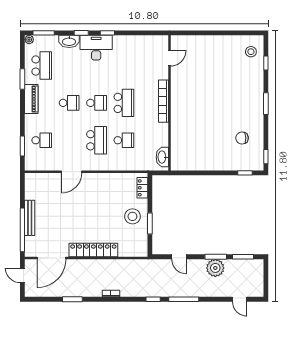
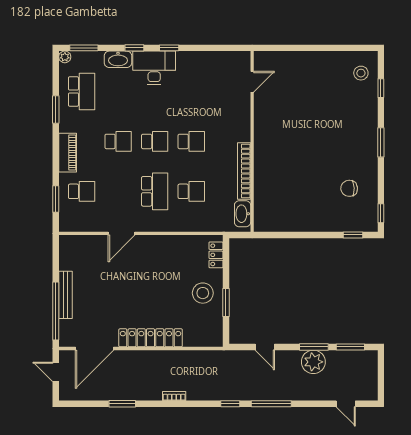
piano: (31, 99) -> (68, 153), moved
bookcase: (163, 101) -> (244, 171), moved
school desk: (124, 103) -> (191, 141), width x0.54

